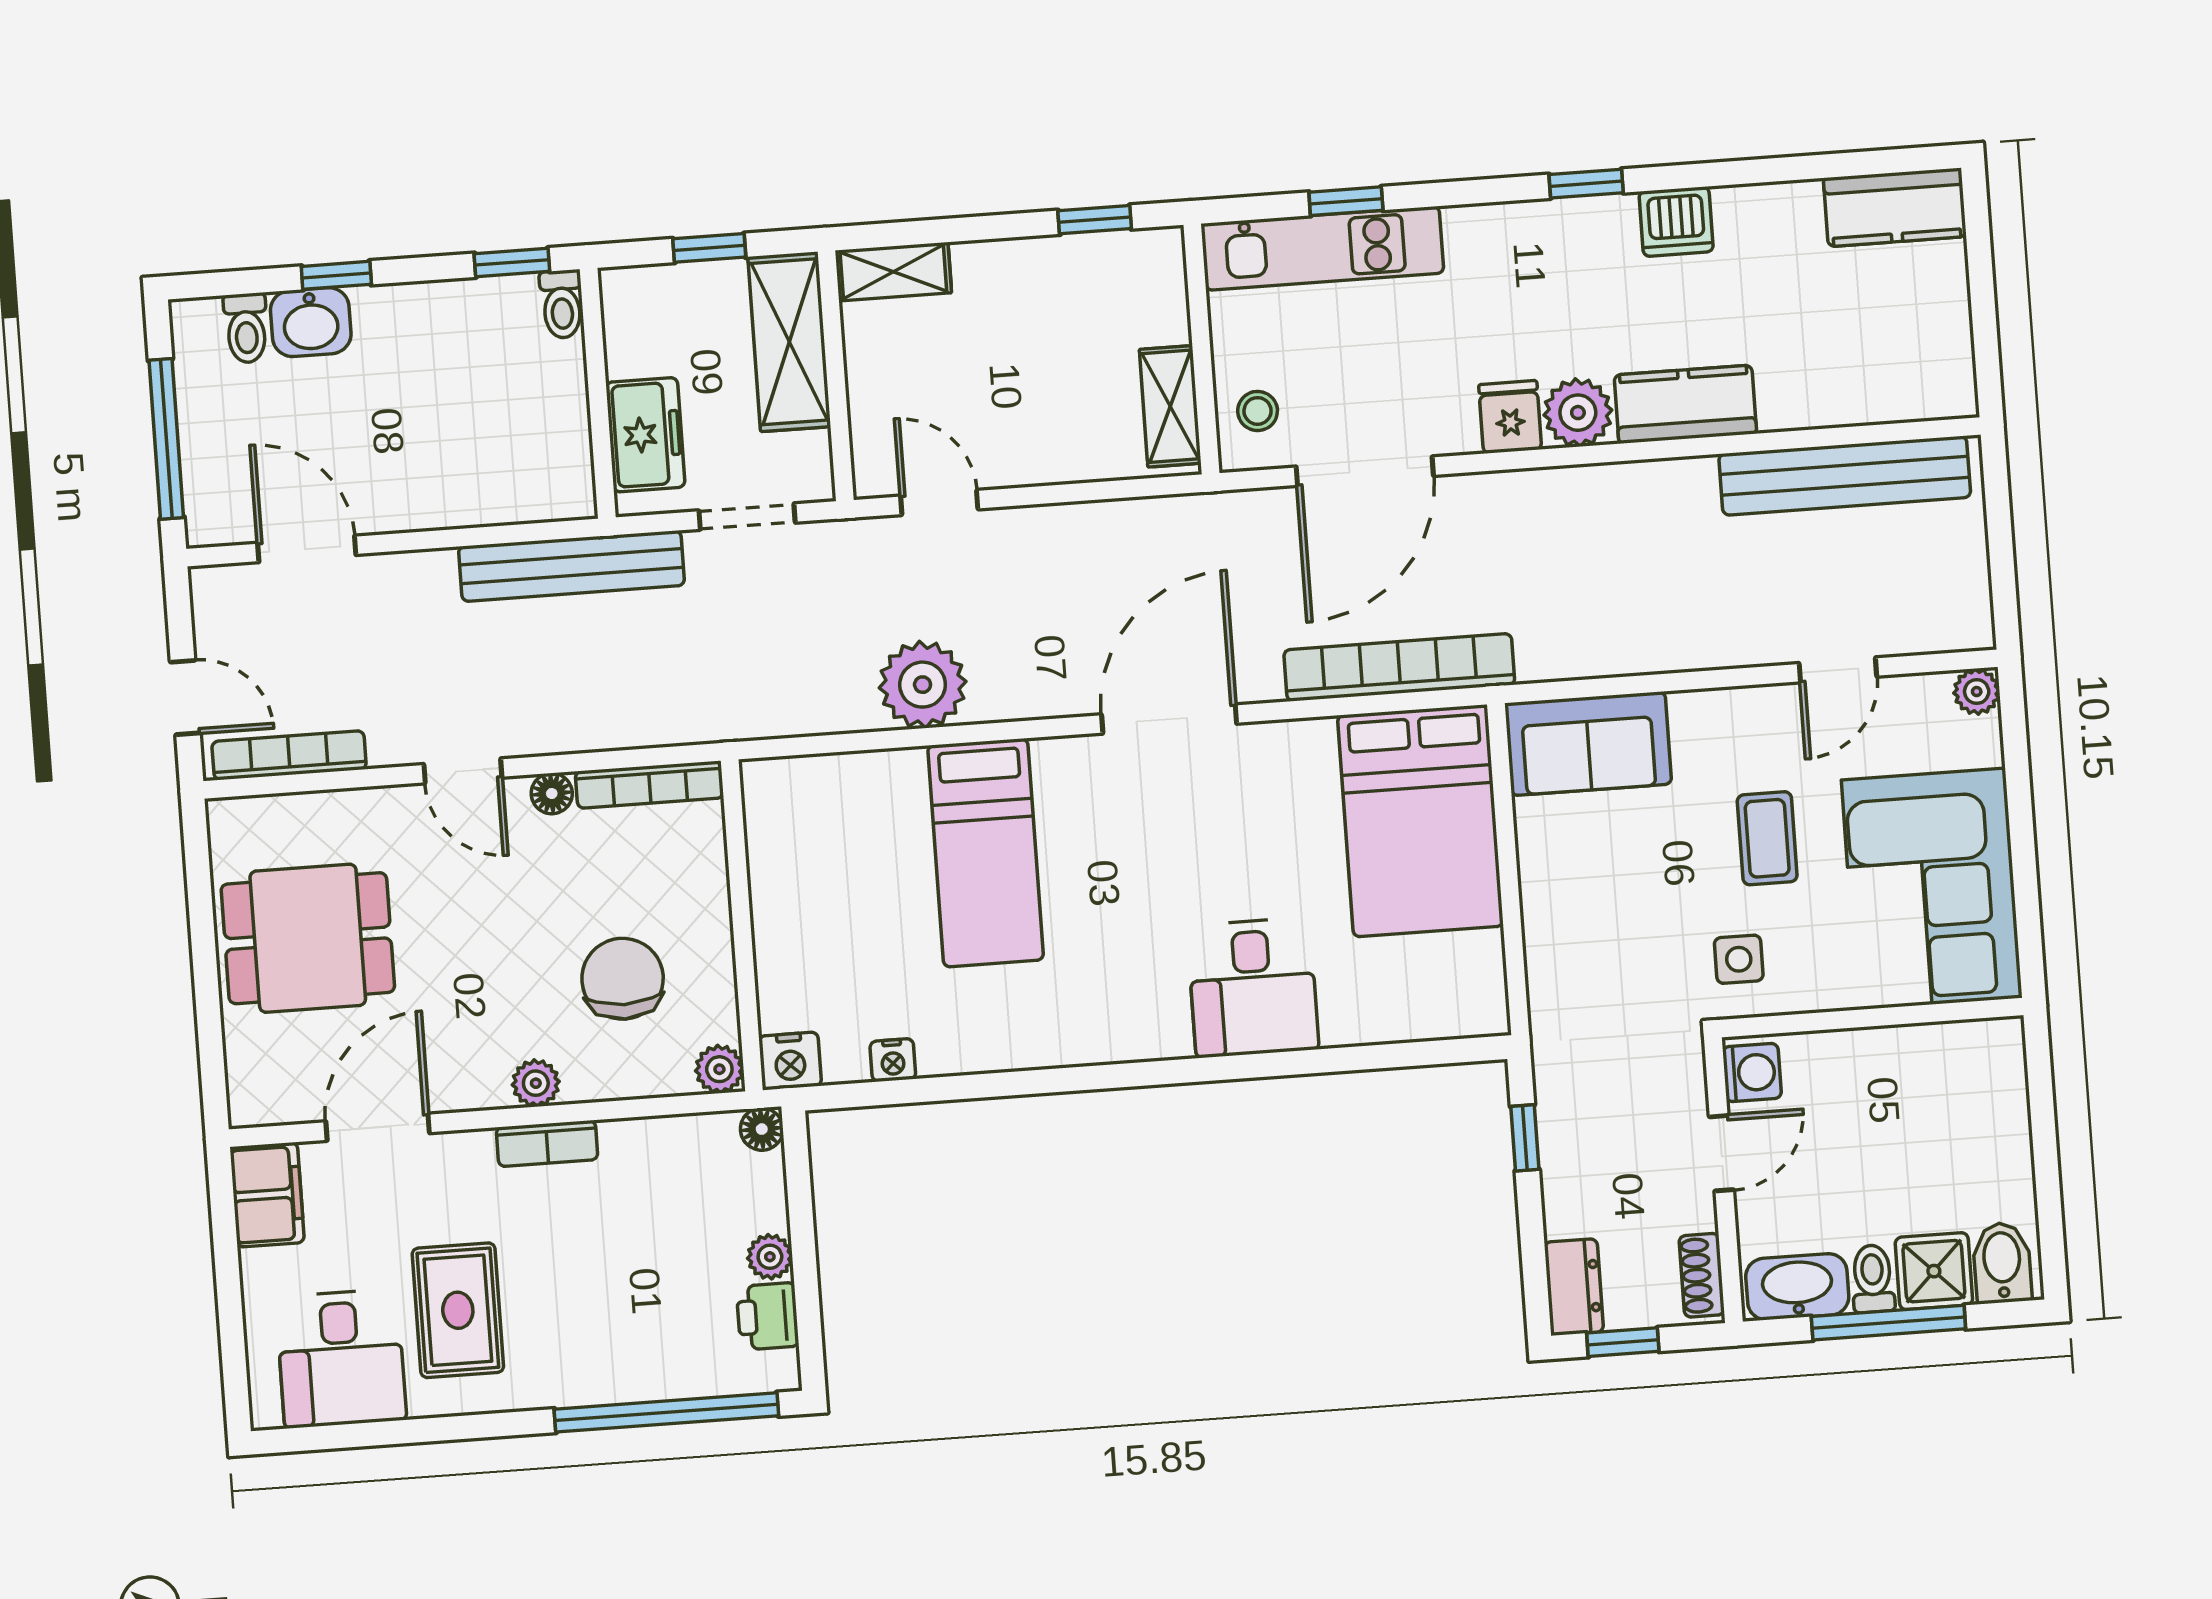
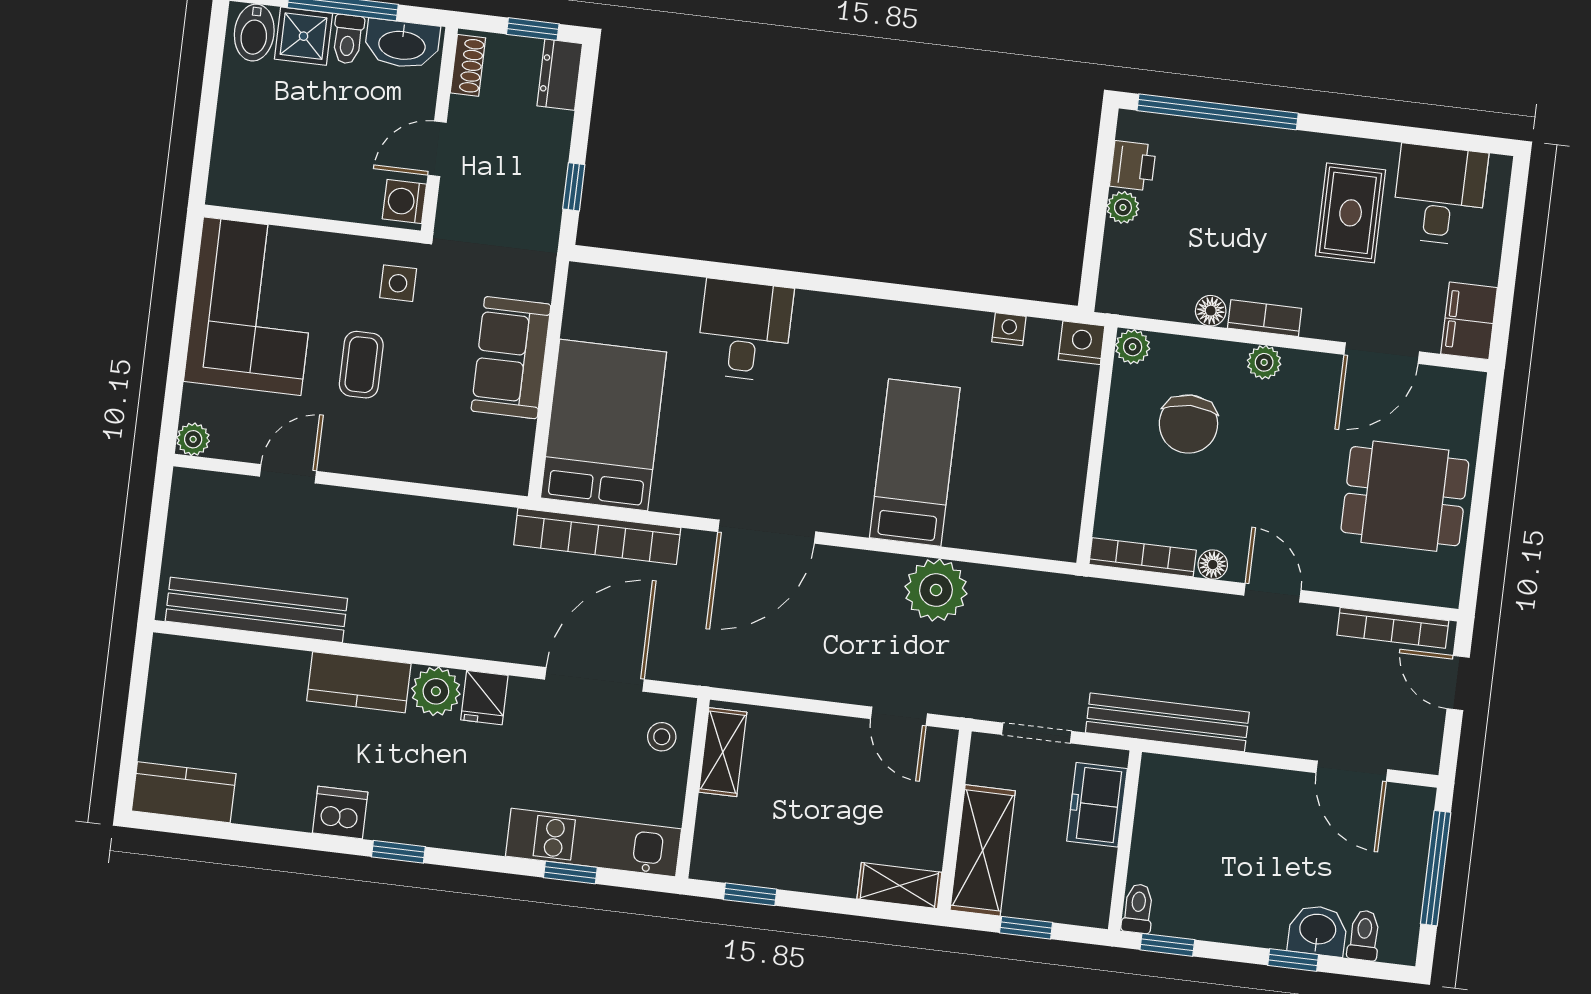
sofa: (1588, 744) -> (511, 358), moved, turned -90
floor lamp: (762, 1129) -> (1211, 311), moved

